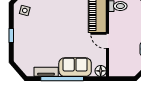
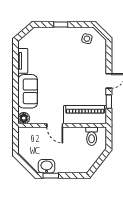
door: (108, 41) -> (55, 125), swing flipped
window: (62, 79) -> (16, 78), removed

